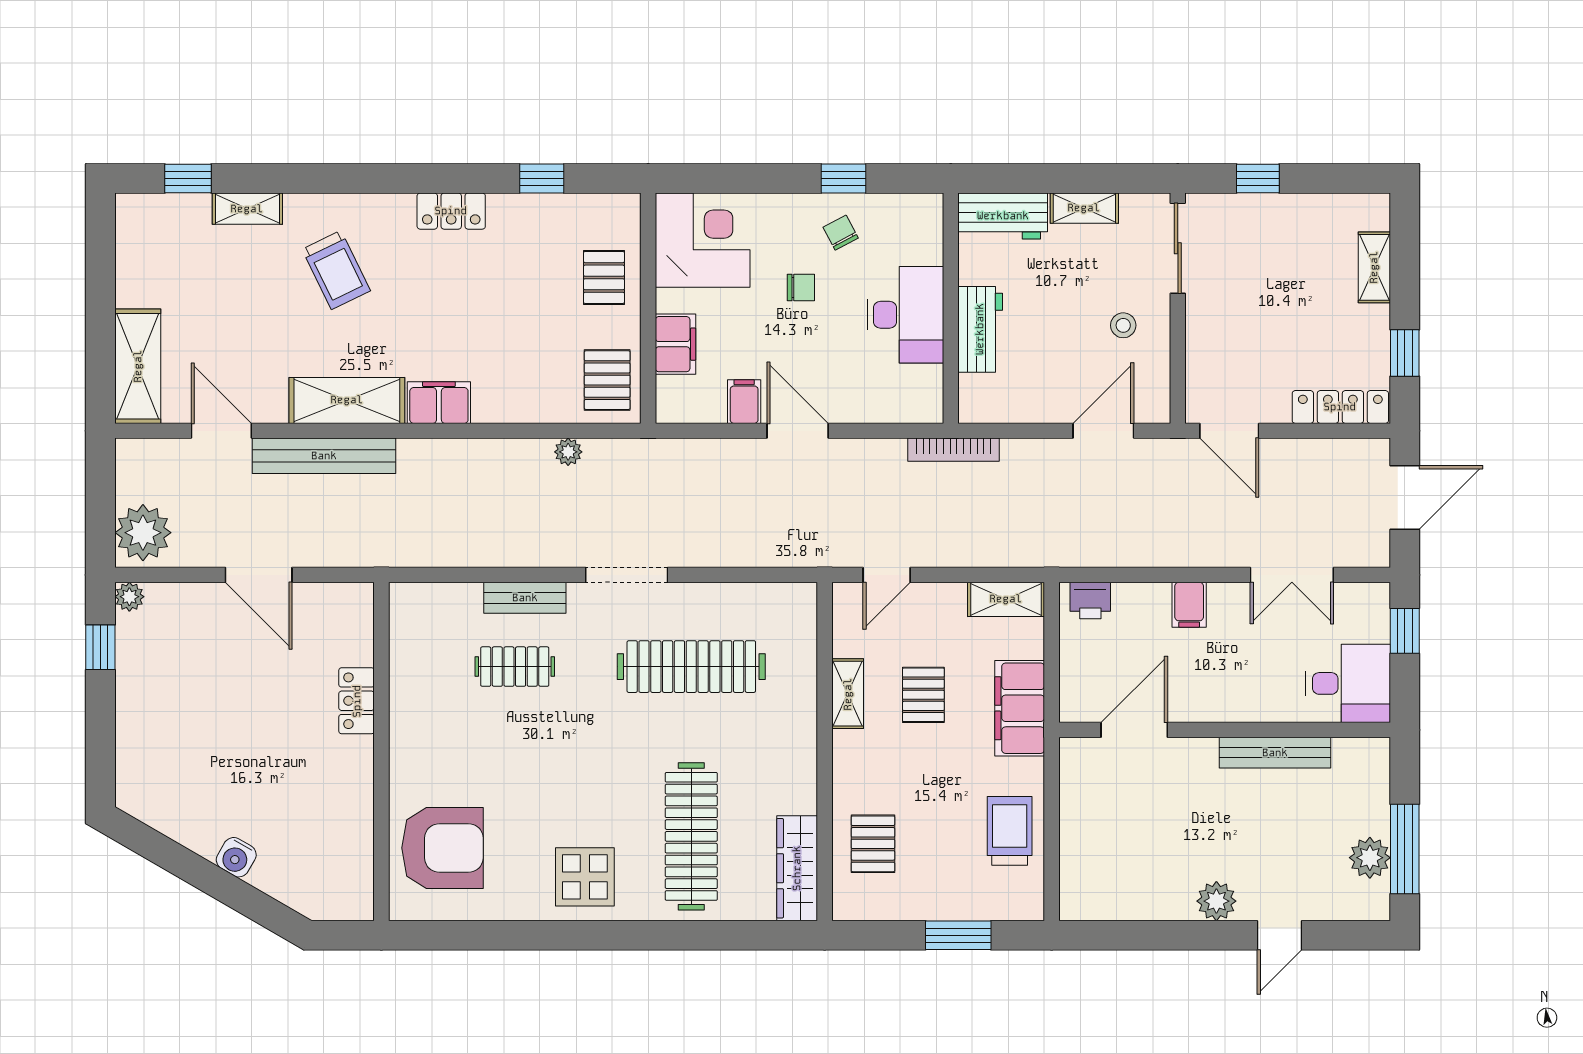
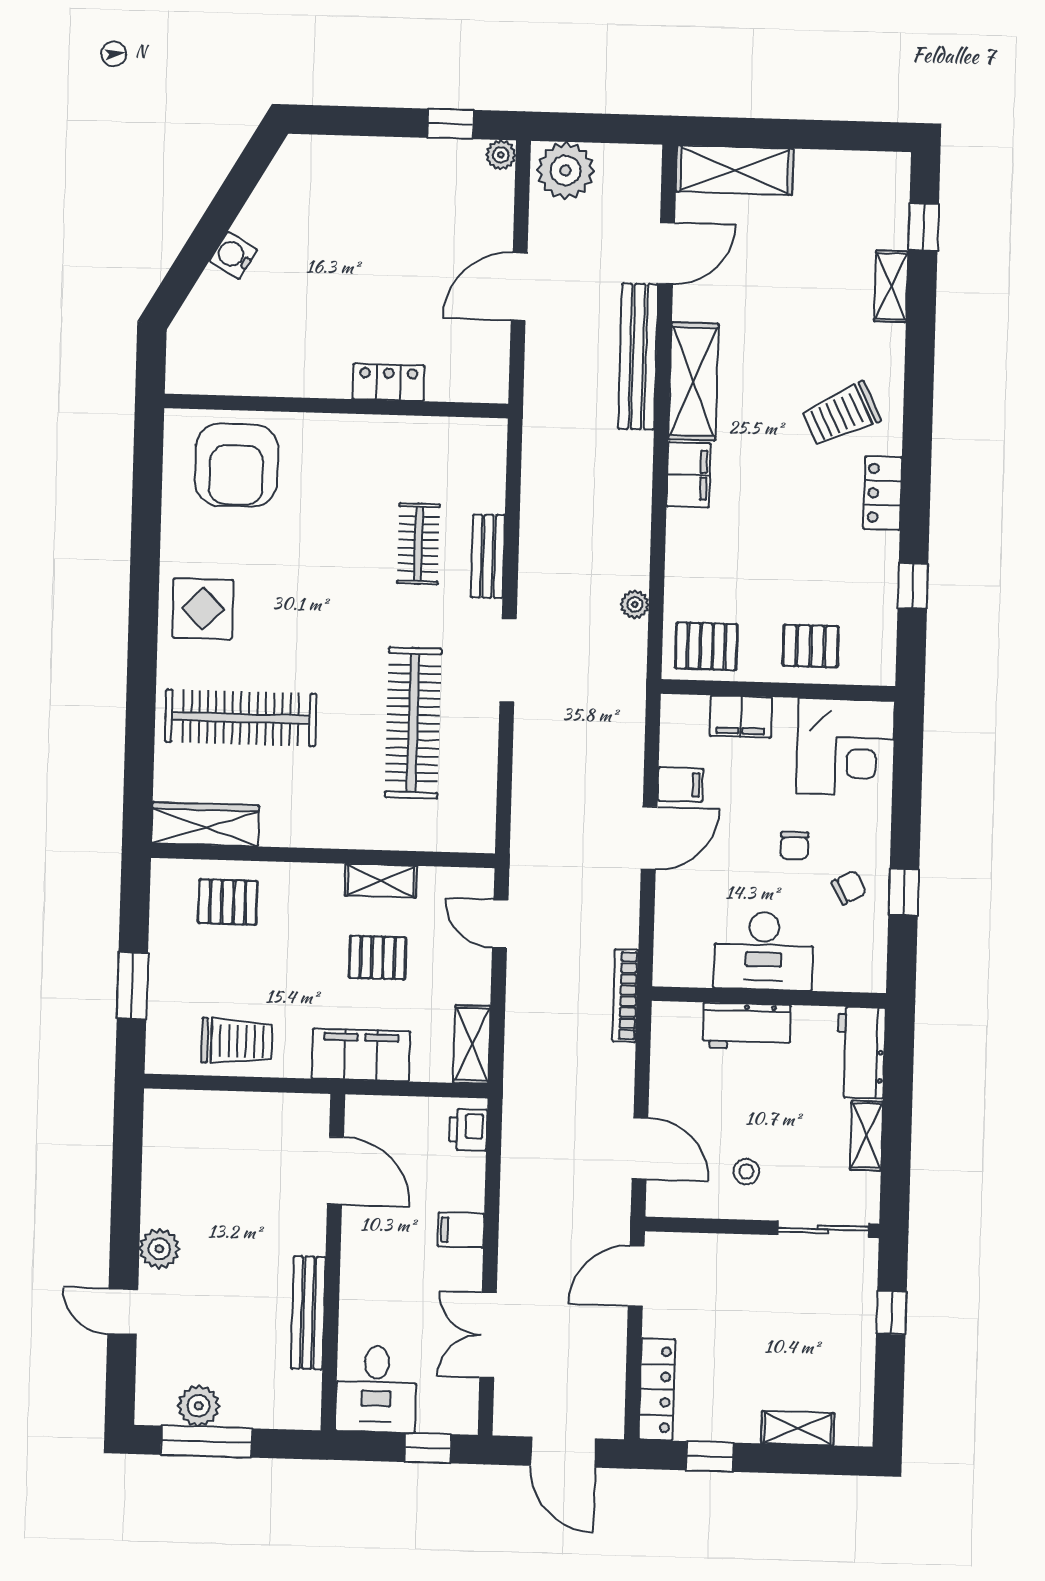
trolley: (336, 270) -> (841, 414), moved

